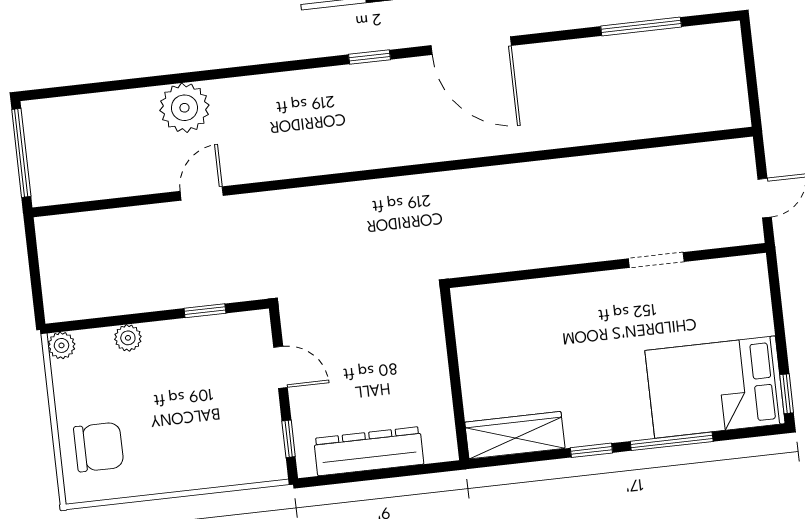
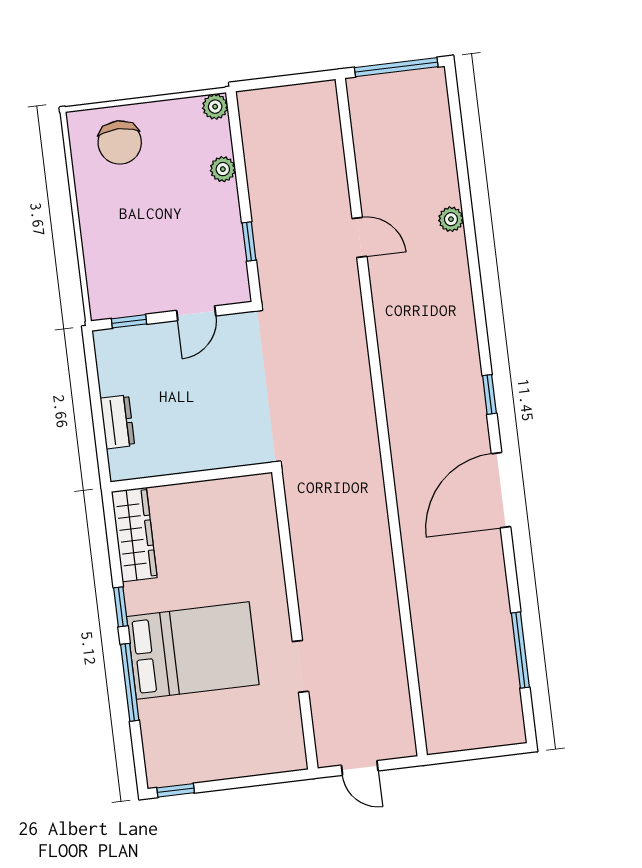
plant: (184, 108) -> (451, 219), width x0.53, depth x0.53
bed: (715, 387) -> (193, 651), moved, turned 90
dresser: (369, 451) -> (117, 422), width x0.51, depth x0.80

